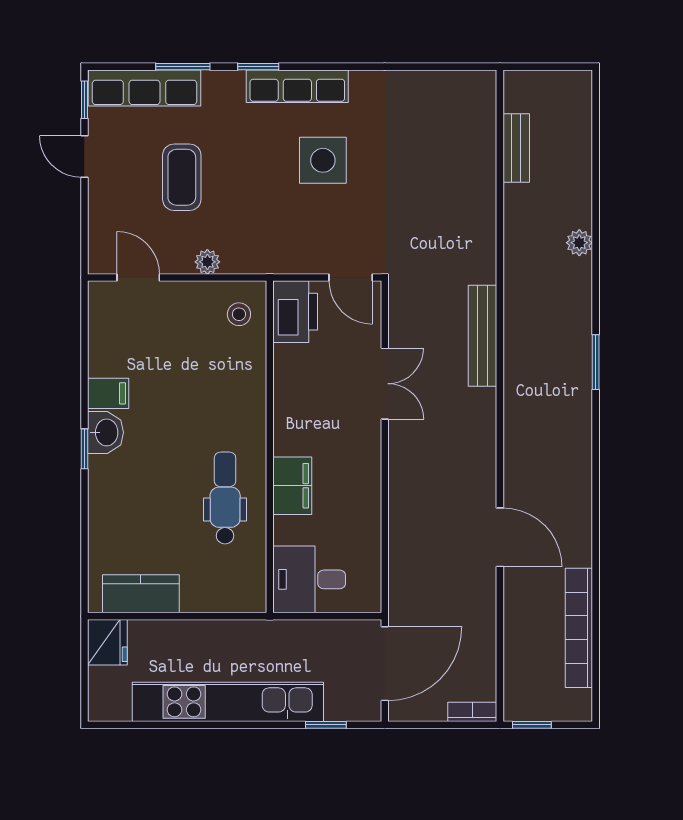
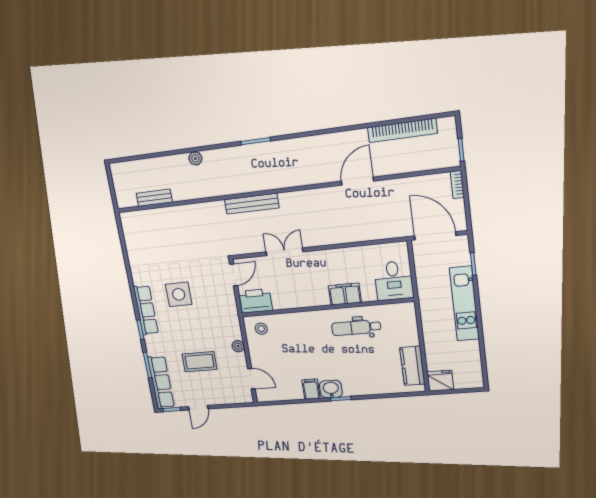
door: (138, 278) -> (251, 379), swing flipped
kitchen unit: (228, 702) -> (464, 304), width x0.73

